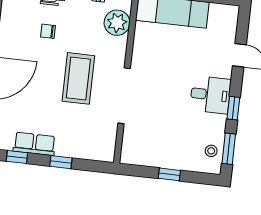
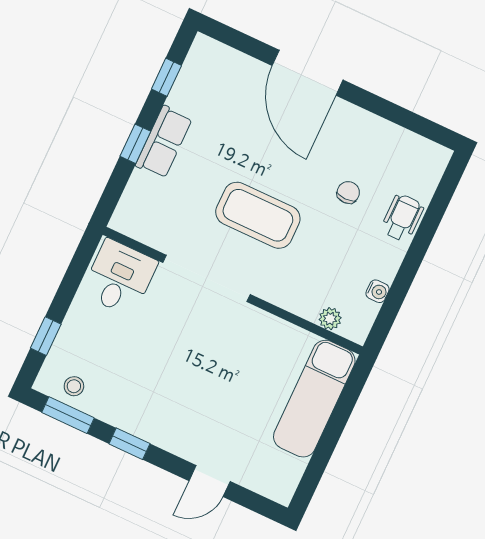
plant: (117, 23) -> (330, 319), width x0.53, depth x0.53
desk: (210, 95) -> (119, 278), moved, turned 180
row of seats: (34, 144) -> (164, 142), moved
window: (169, 174) -> (46, 336), moved

